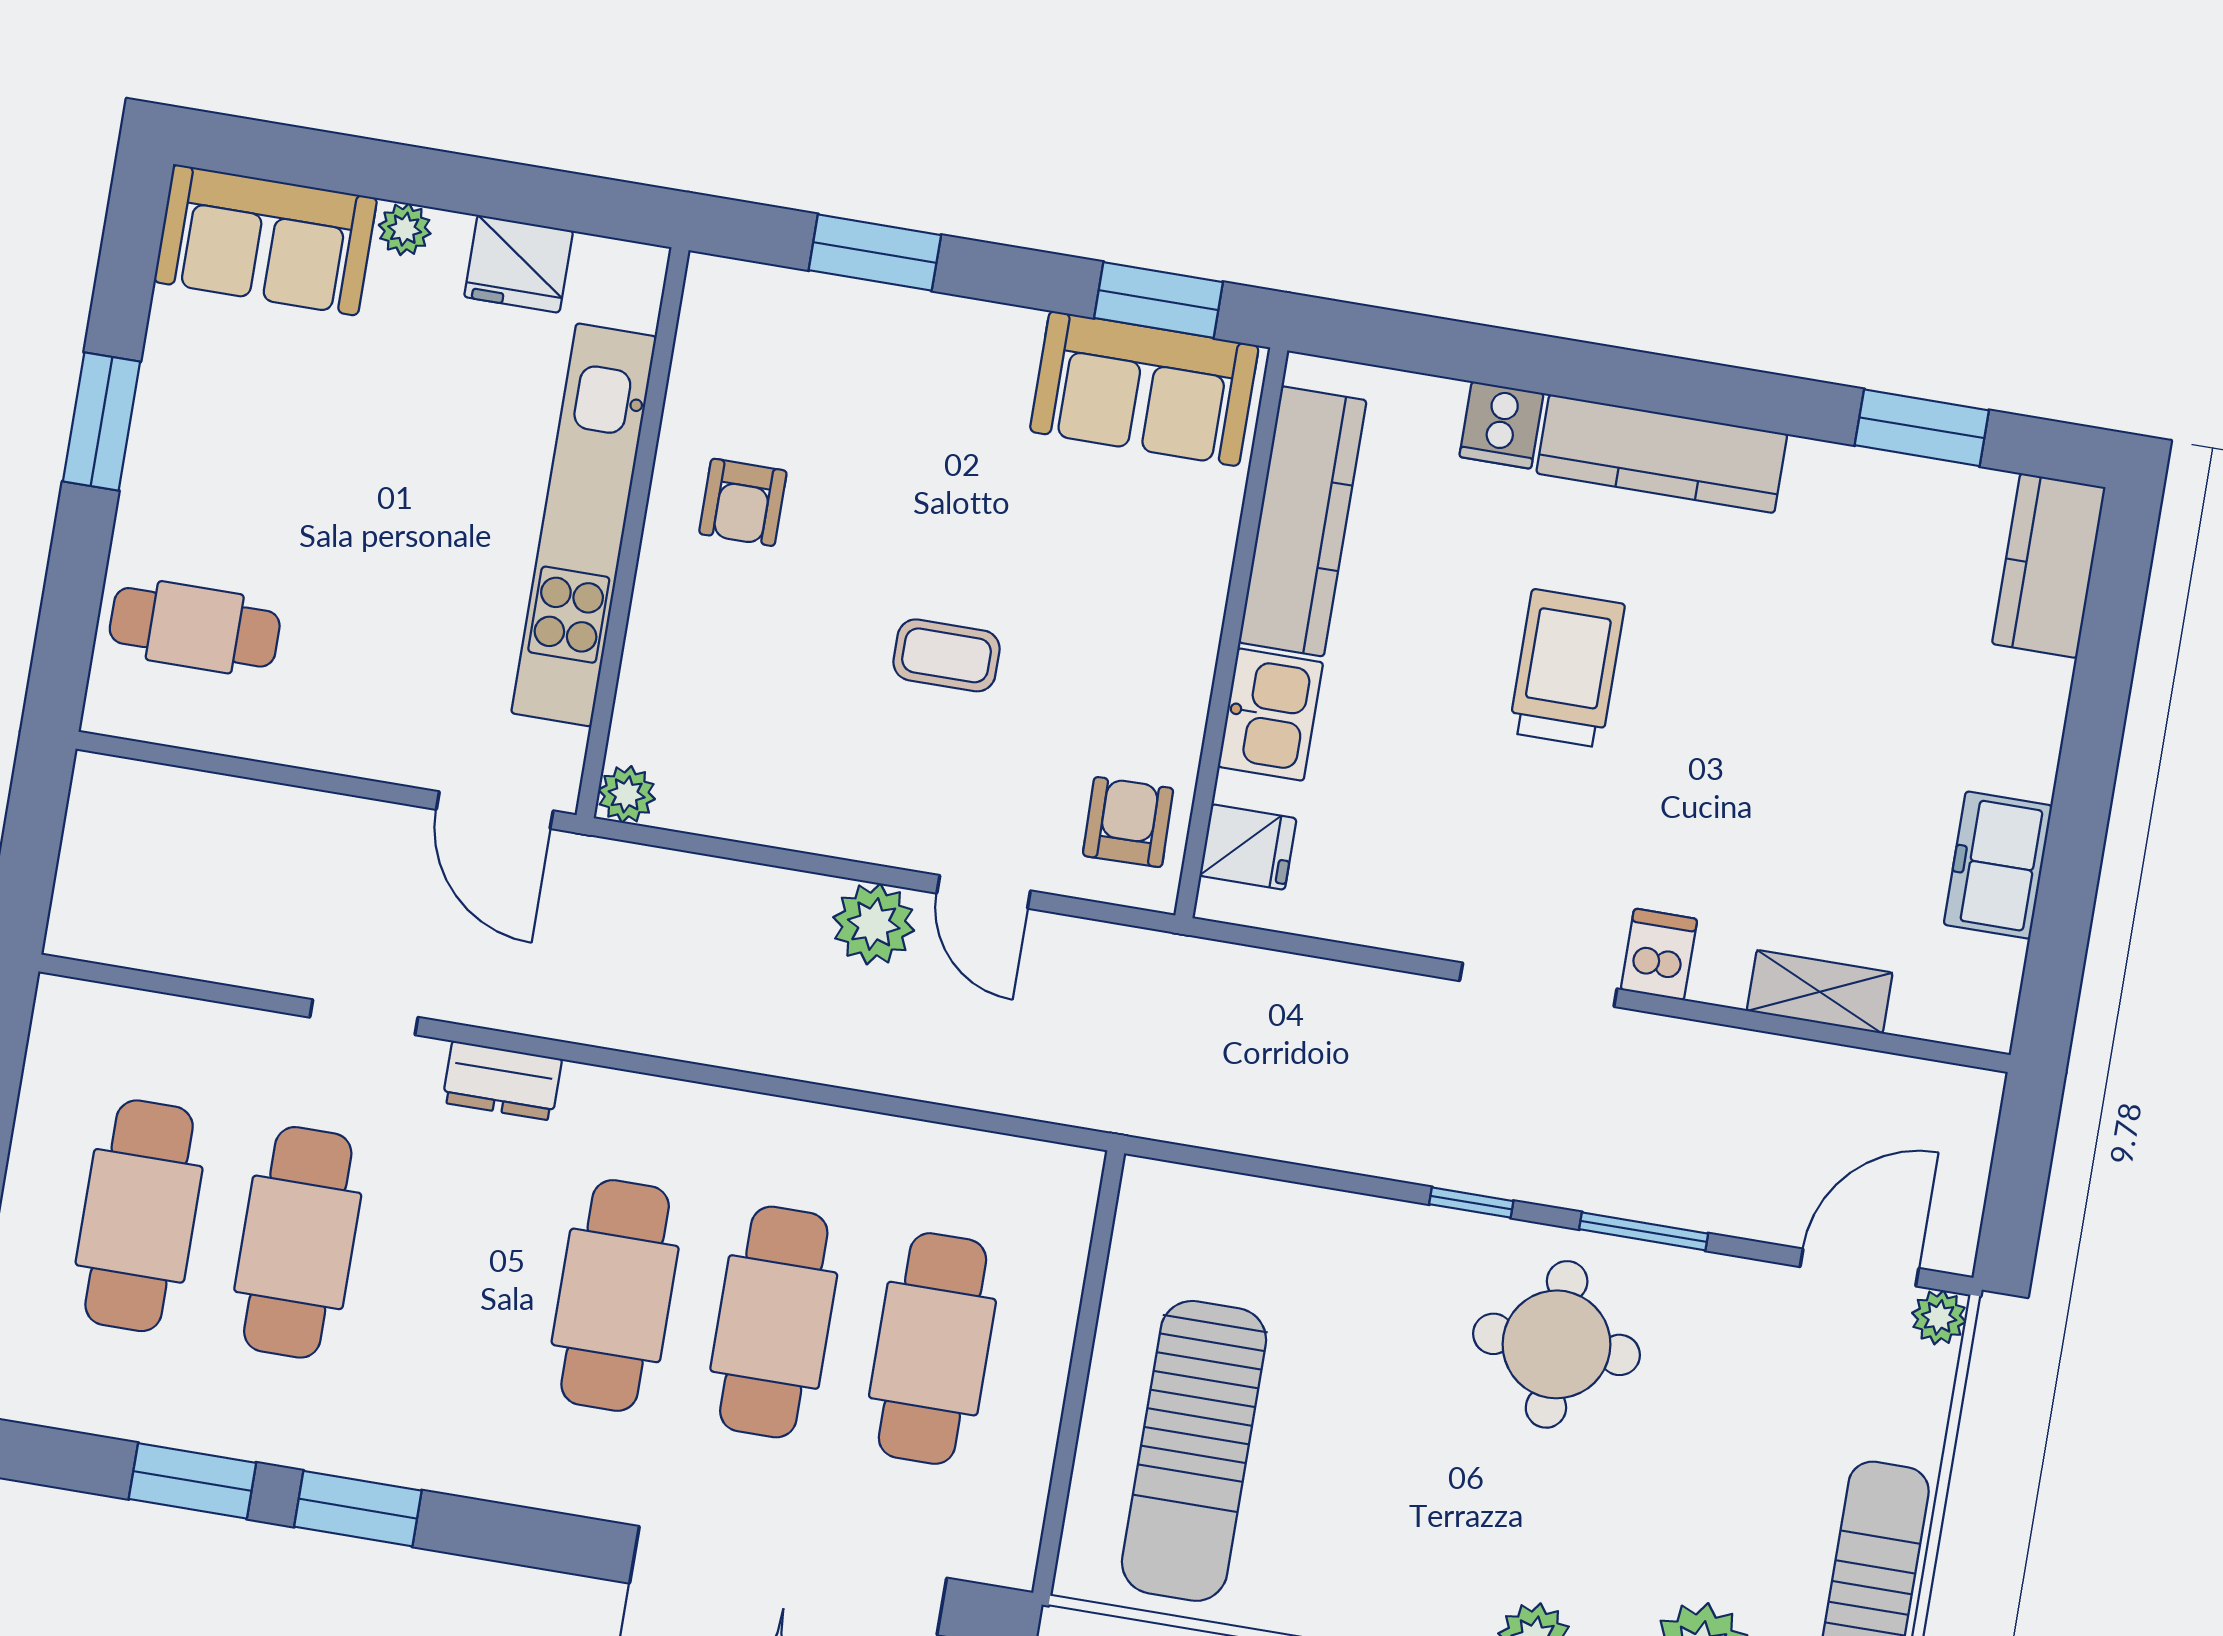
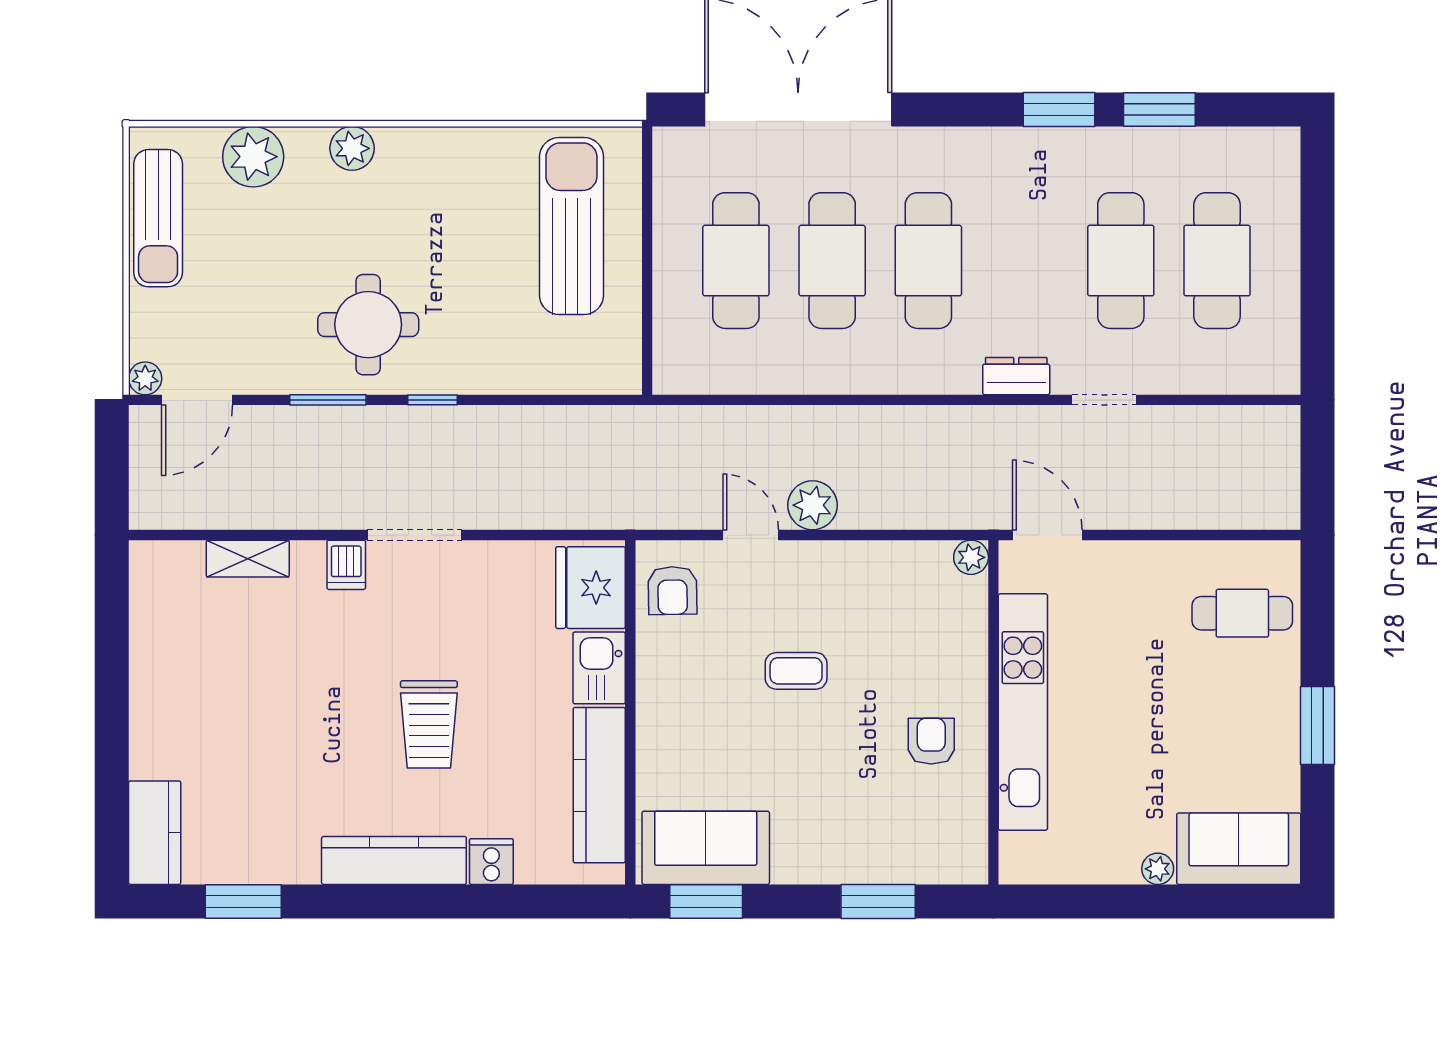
fridge: (519, 264) -> (1087, 860), removed
fridge: (1248, 847) -> (591, 588), width x1.88, depth x1.34
freezer: (1998, 865) -> (155, 651), removed

